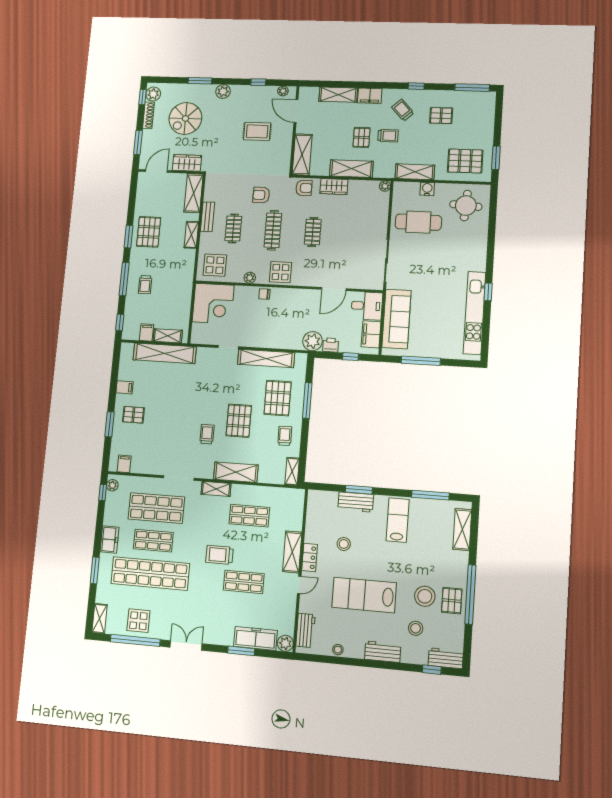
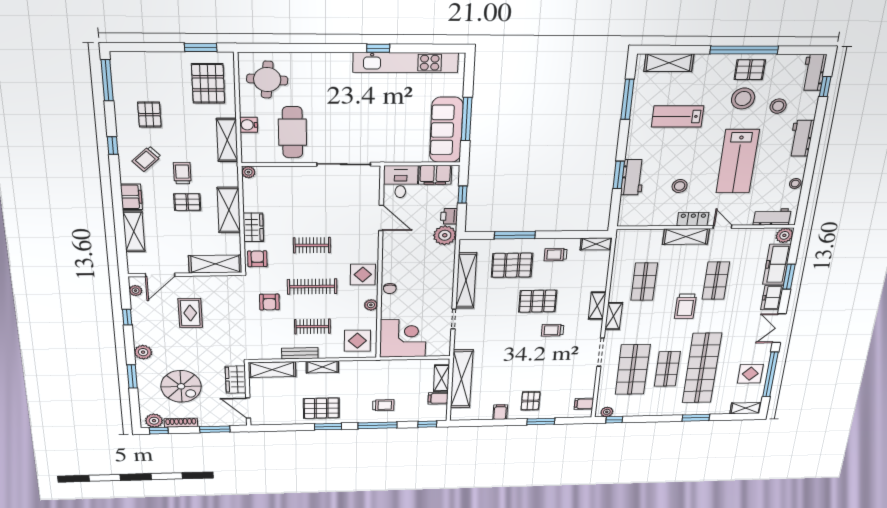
sofa: (396, 319) -> (446, 130), moved, turned -90
shelving: (236, 472) -> (597, 306), width x0.67, depth x0.75
lab bench: (398, 520) -> (678, 116), moved
freezer: (109, 539) -> (772, 298), moved, turned -90

